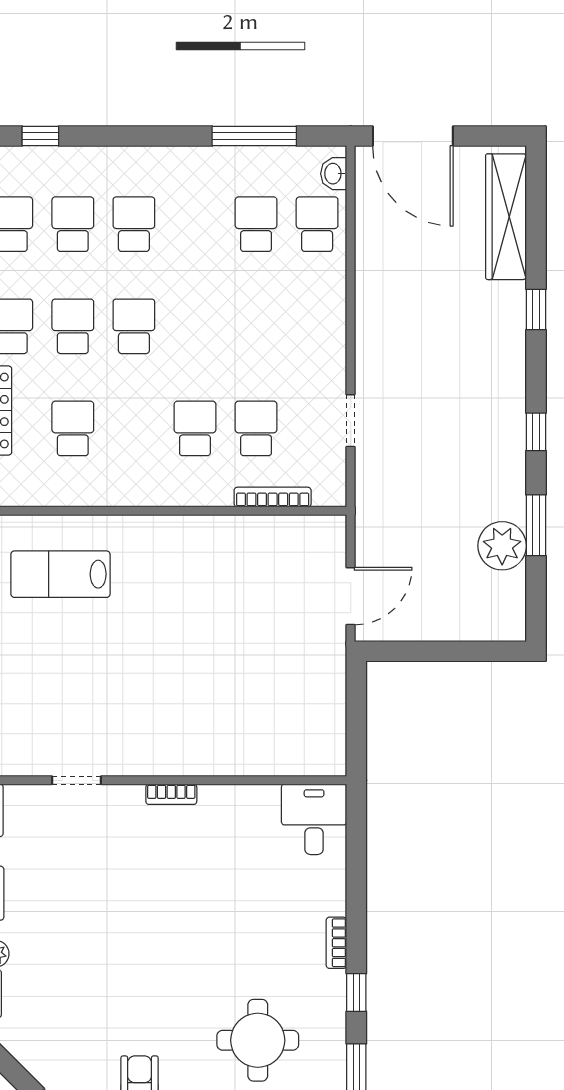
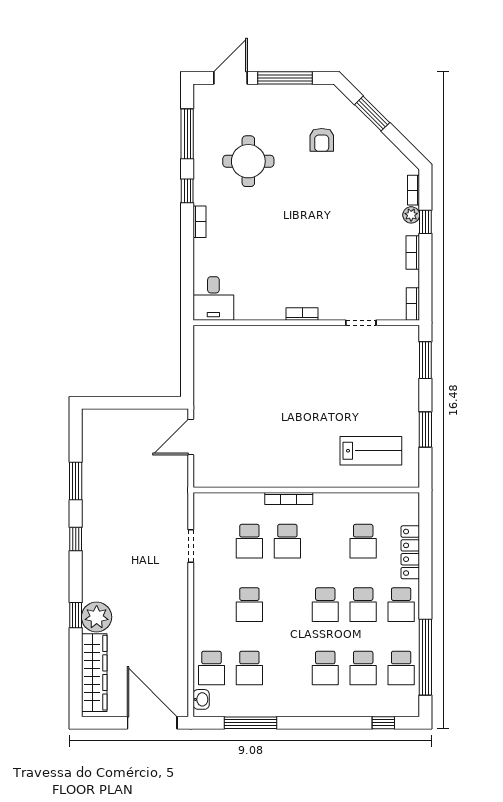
school desk: (256, 326) -> (249, 605), added
bookcase: (273, 497) -> (289, 499), moved
plant: (502, 546) -> (97, 617), moved

